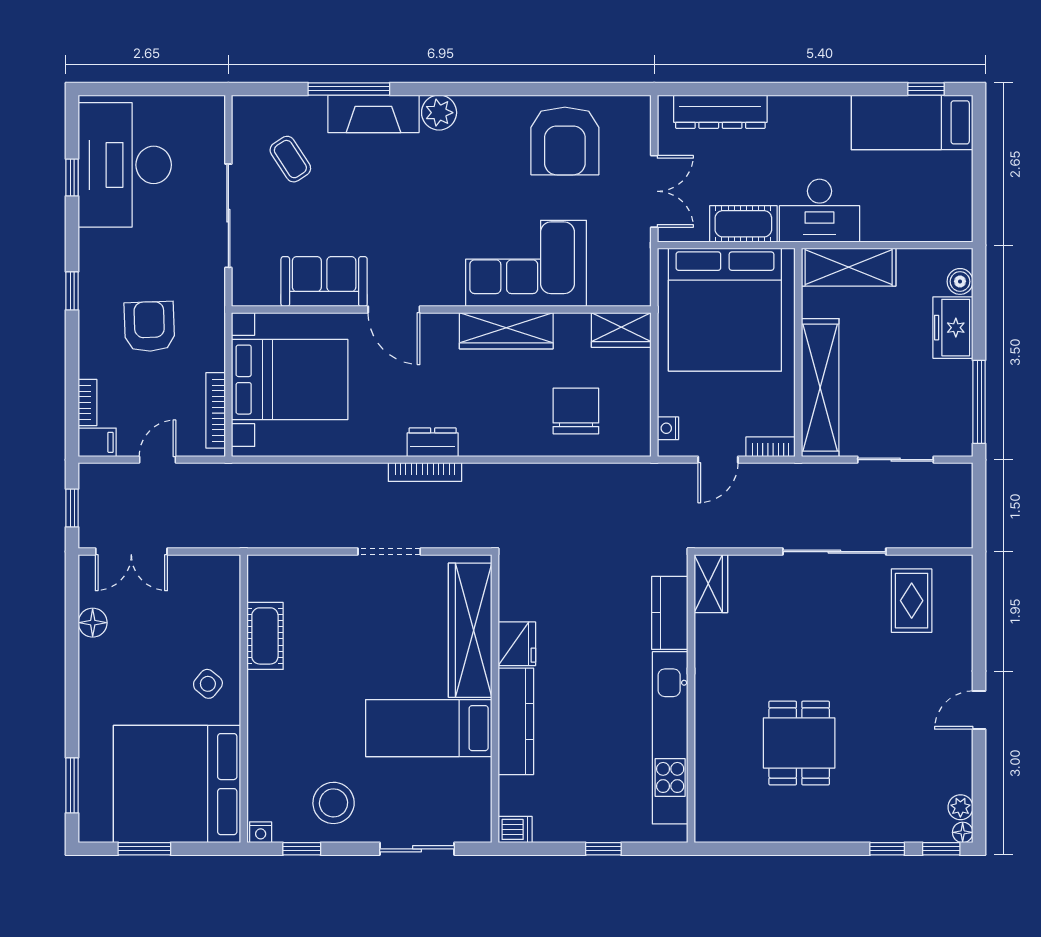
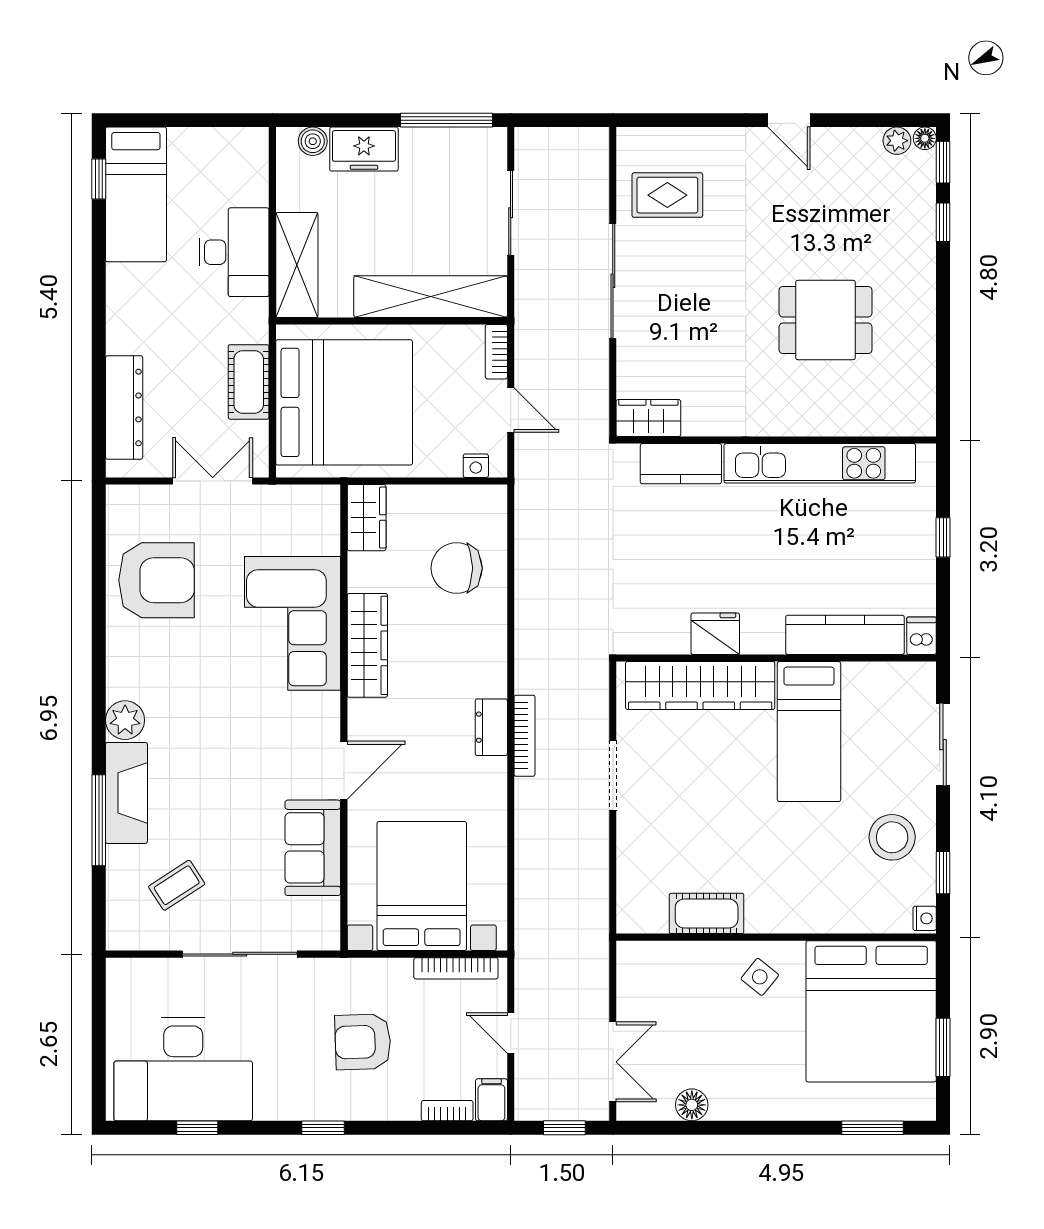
desk: (820, 211) -> (234, 252), moved
kitchen counter: (516, 721) -> (845, 635), moved

